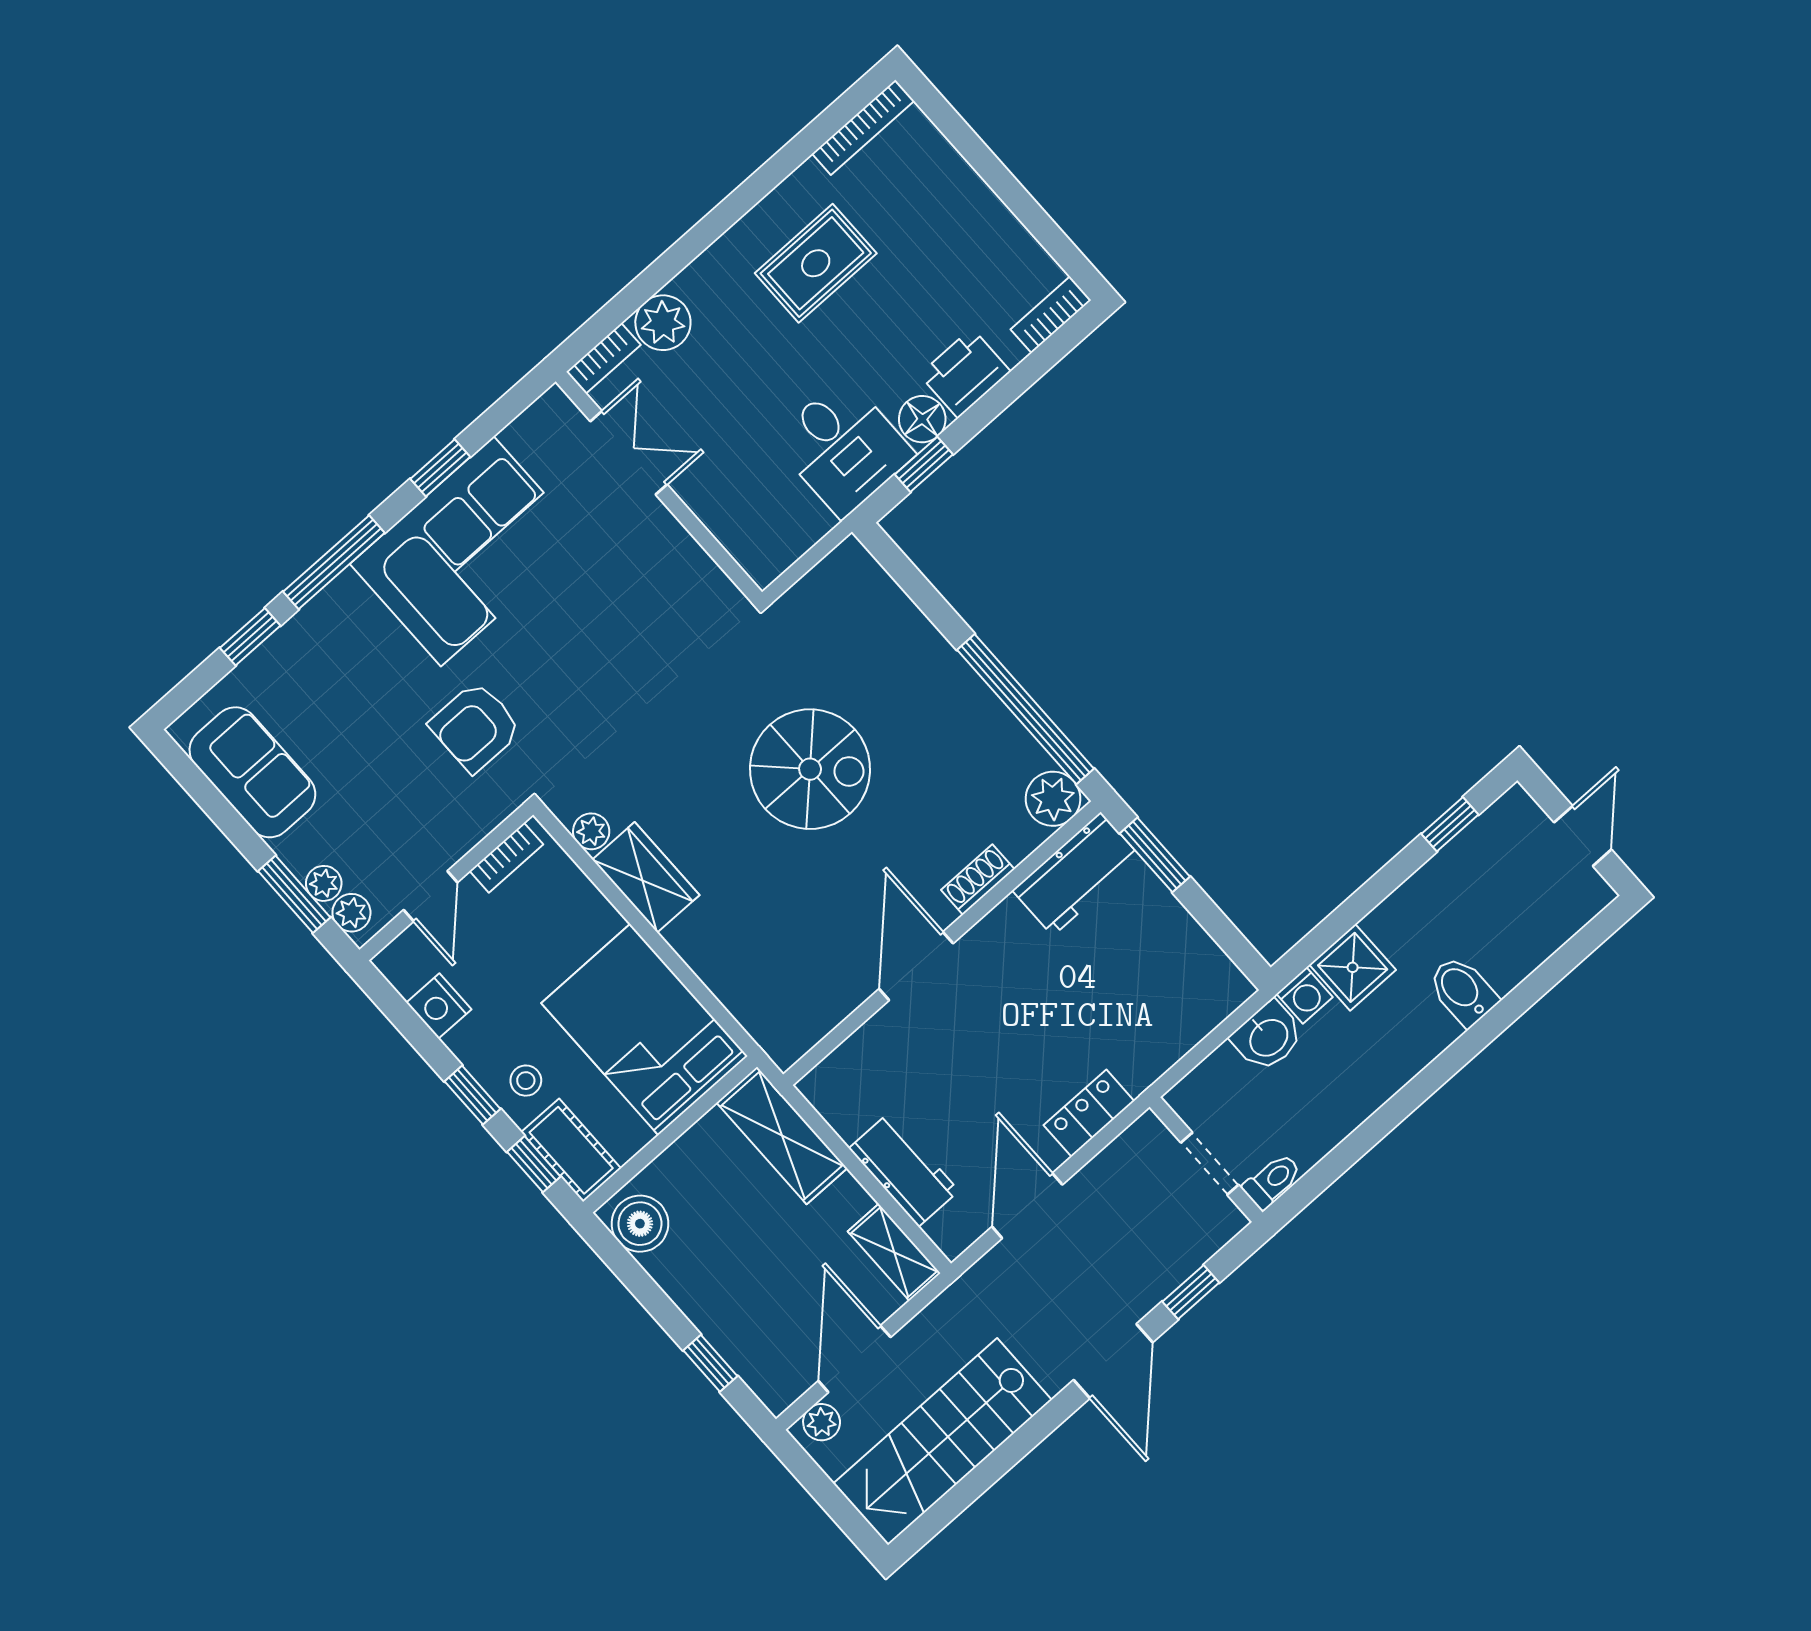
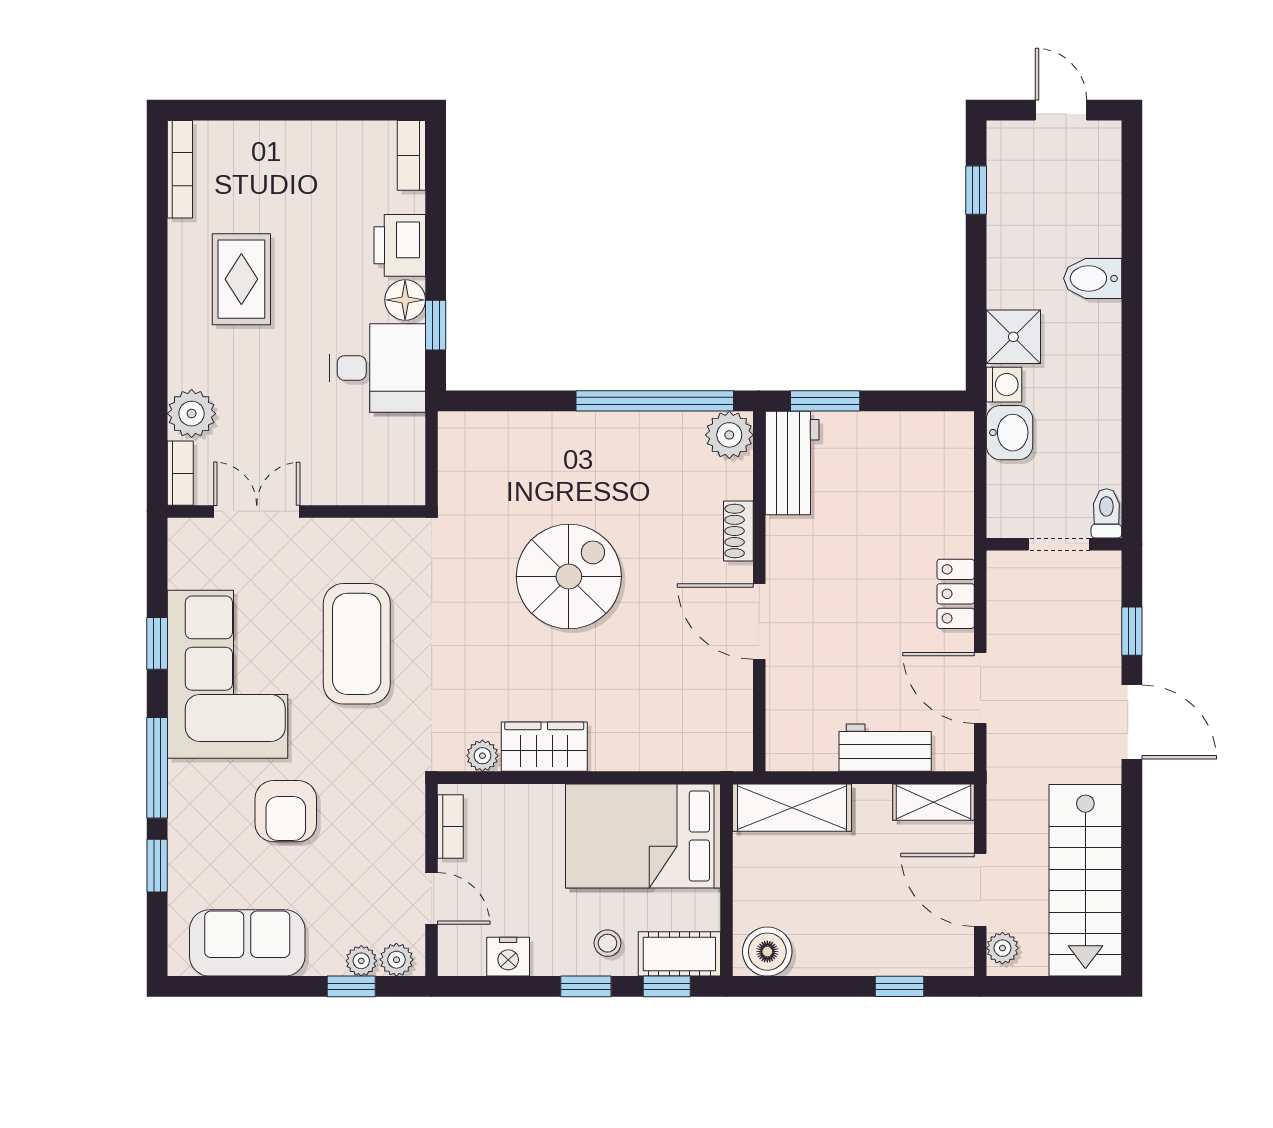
coffee table: (591, 639) -> (357, 644), added
armchair: (475, 727) -> (286, 811), moved
window: (294, 894) -> (351, 986), width x0.67

